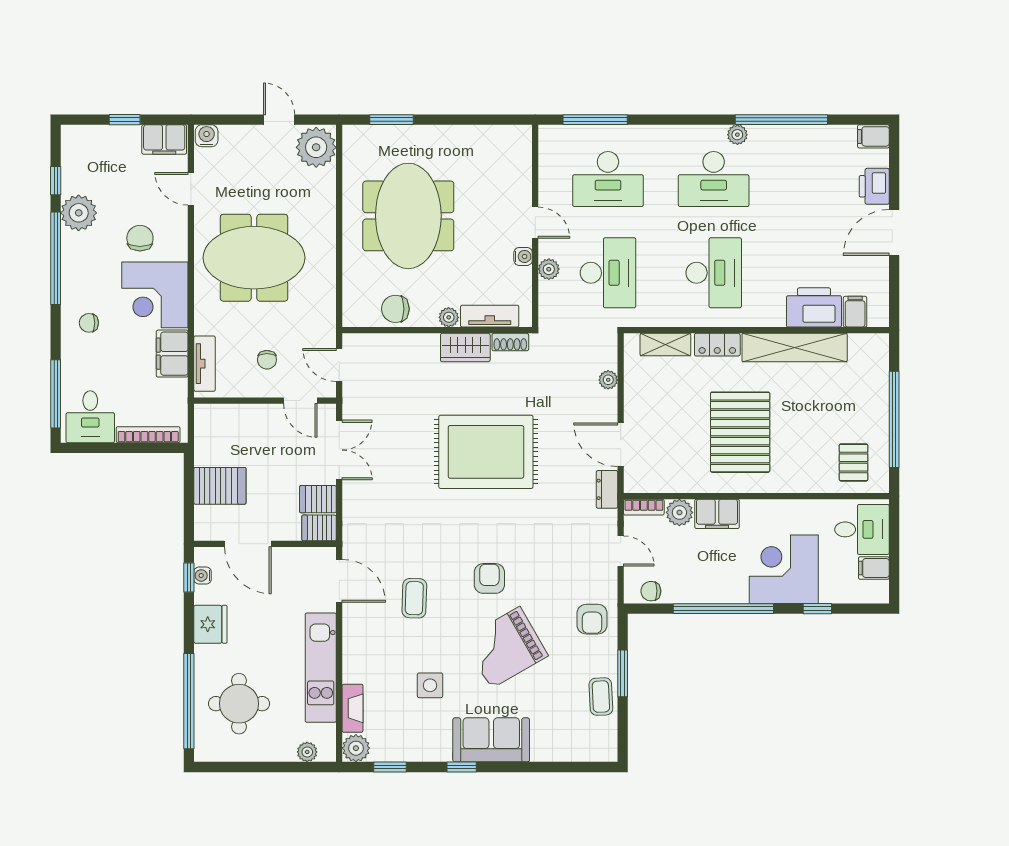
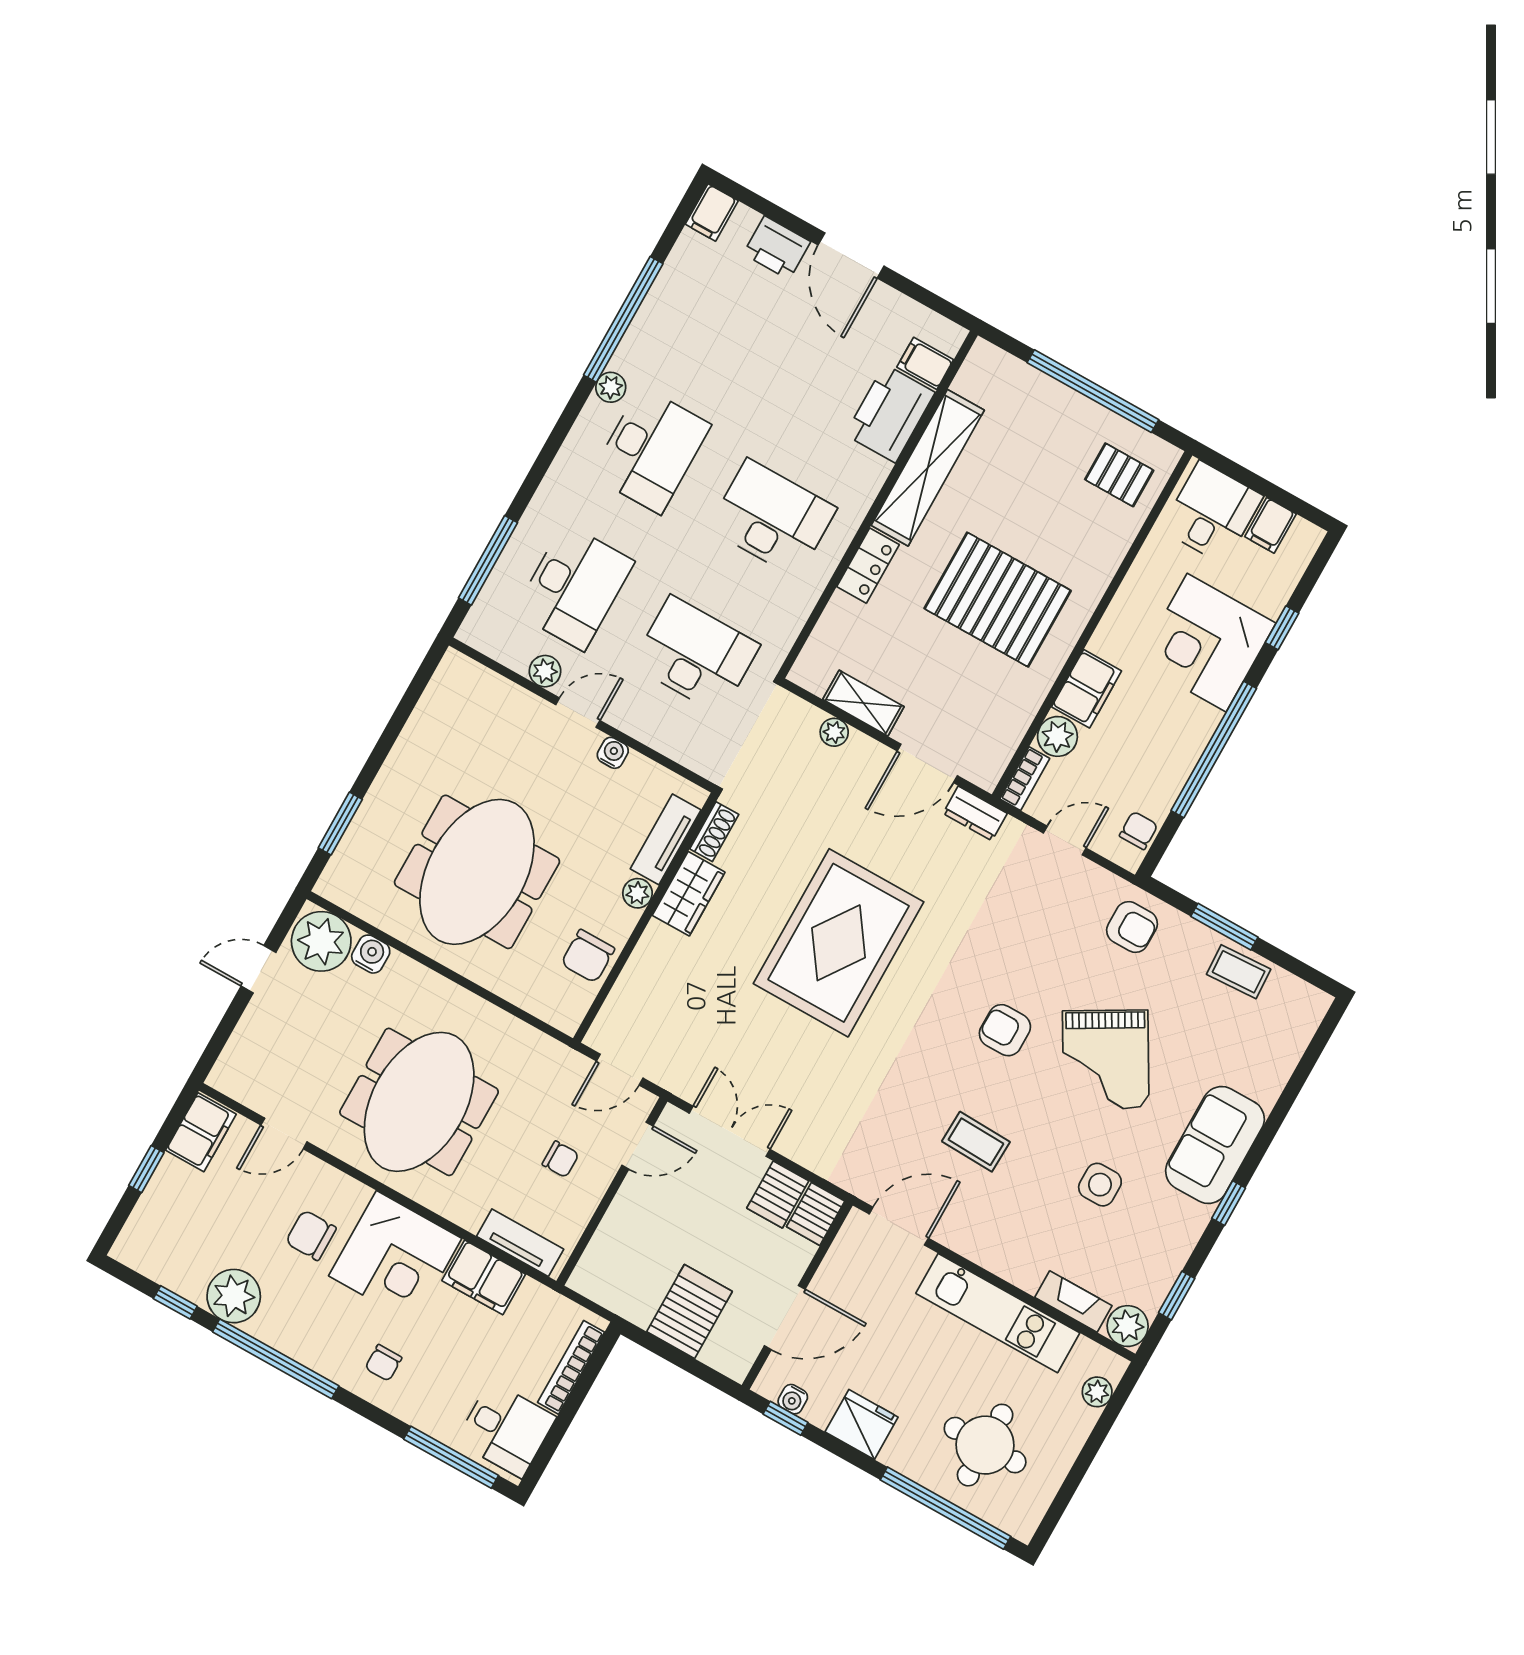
water cooler: (207, 136) -> (371, 954), moved, turned 90
meeting table: (408, 216) -> (477, 872), turned 90
plant: (549, 269) -> (545, 671), moved
shelving: (665, 345) -> (863, 703), moved, turned 90
chair: (651, 591) -> (1139, 830), turned 180

